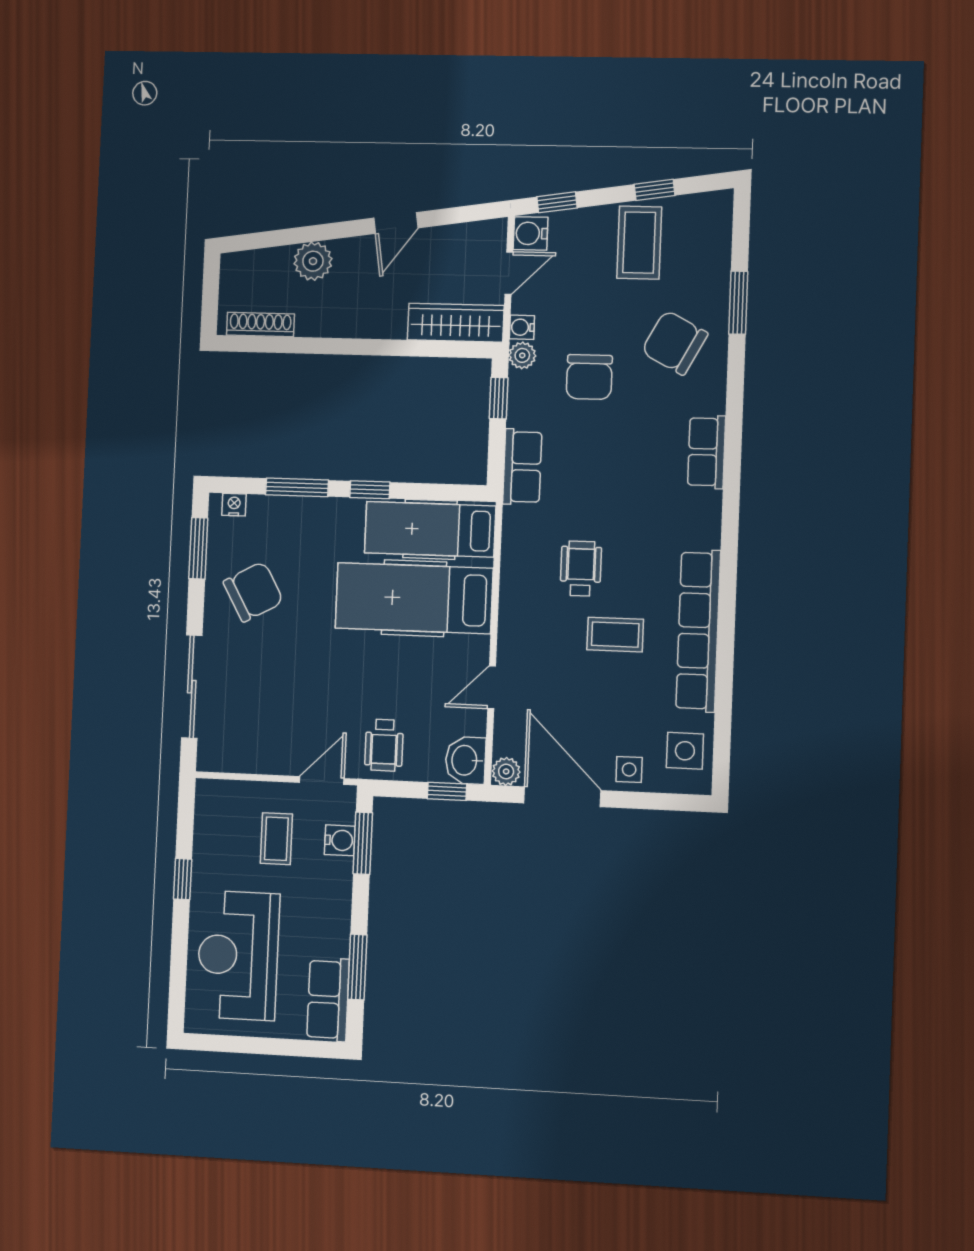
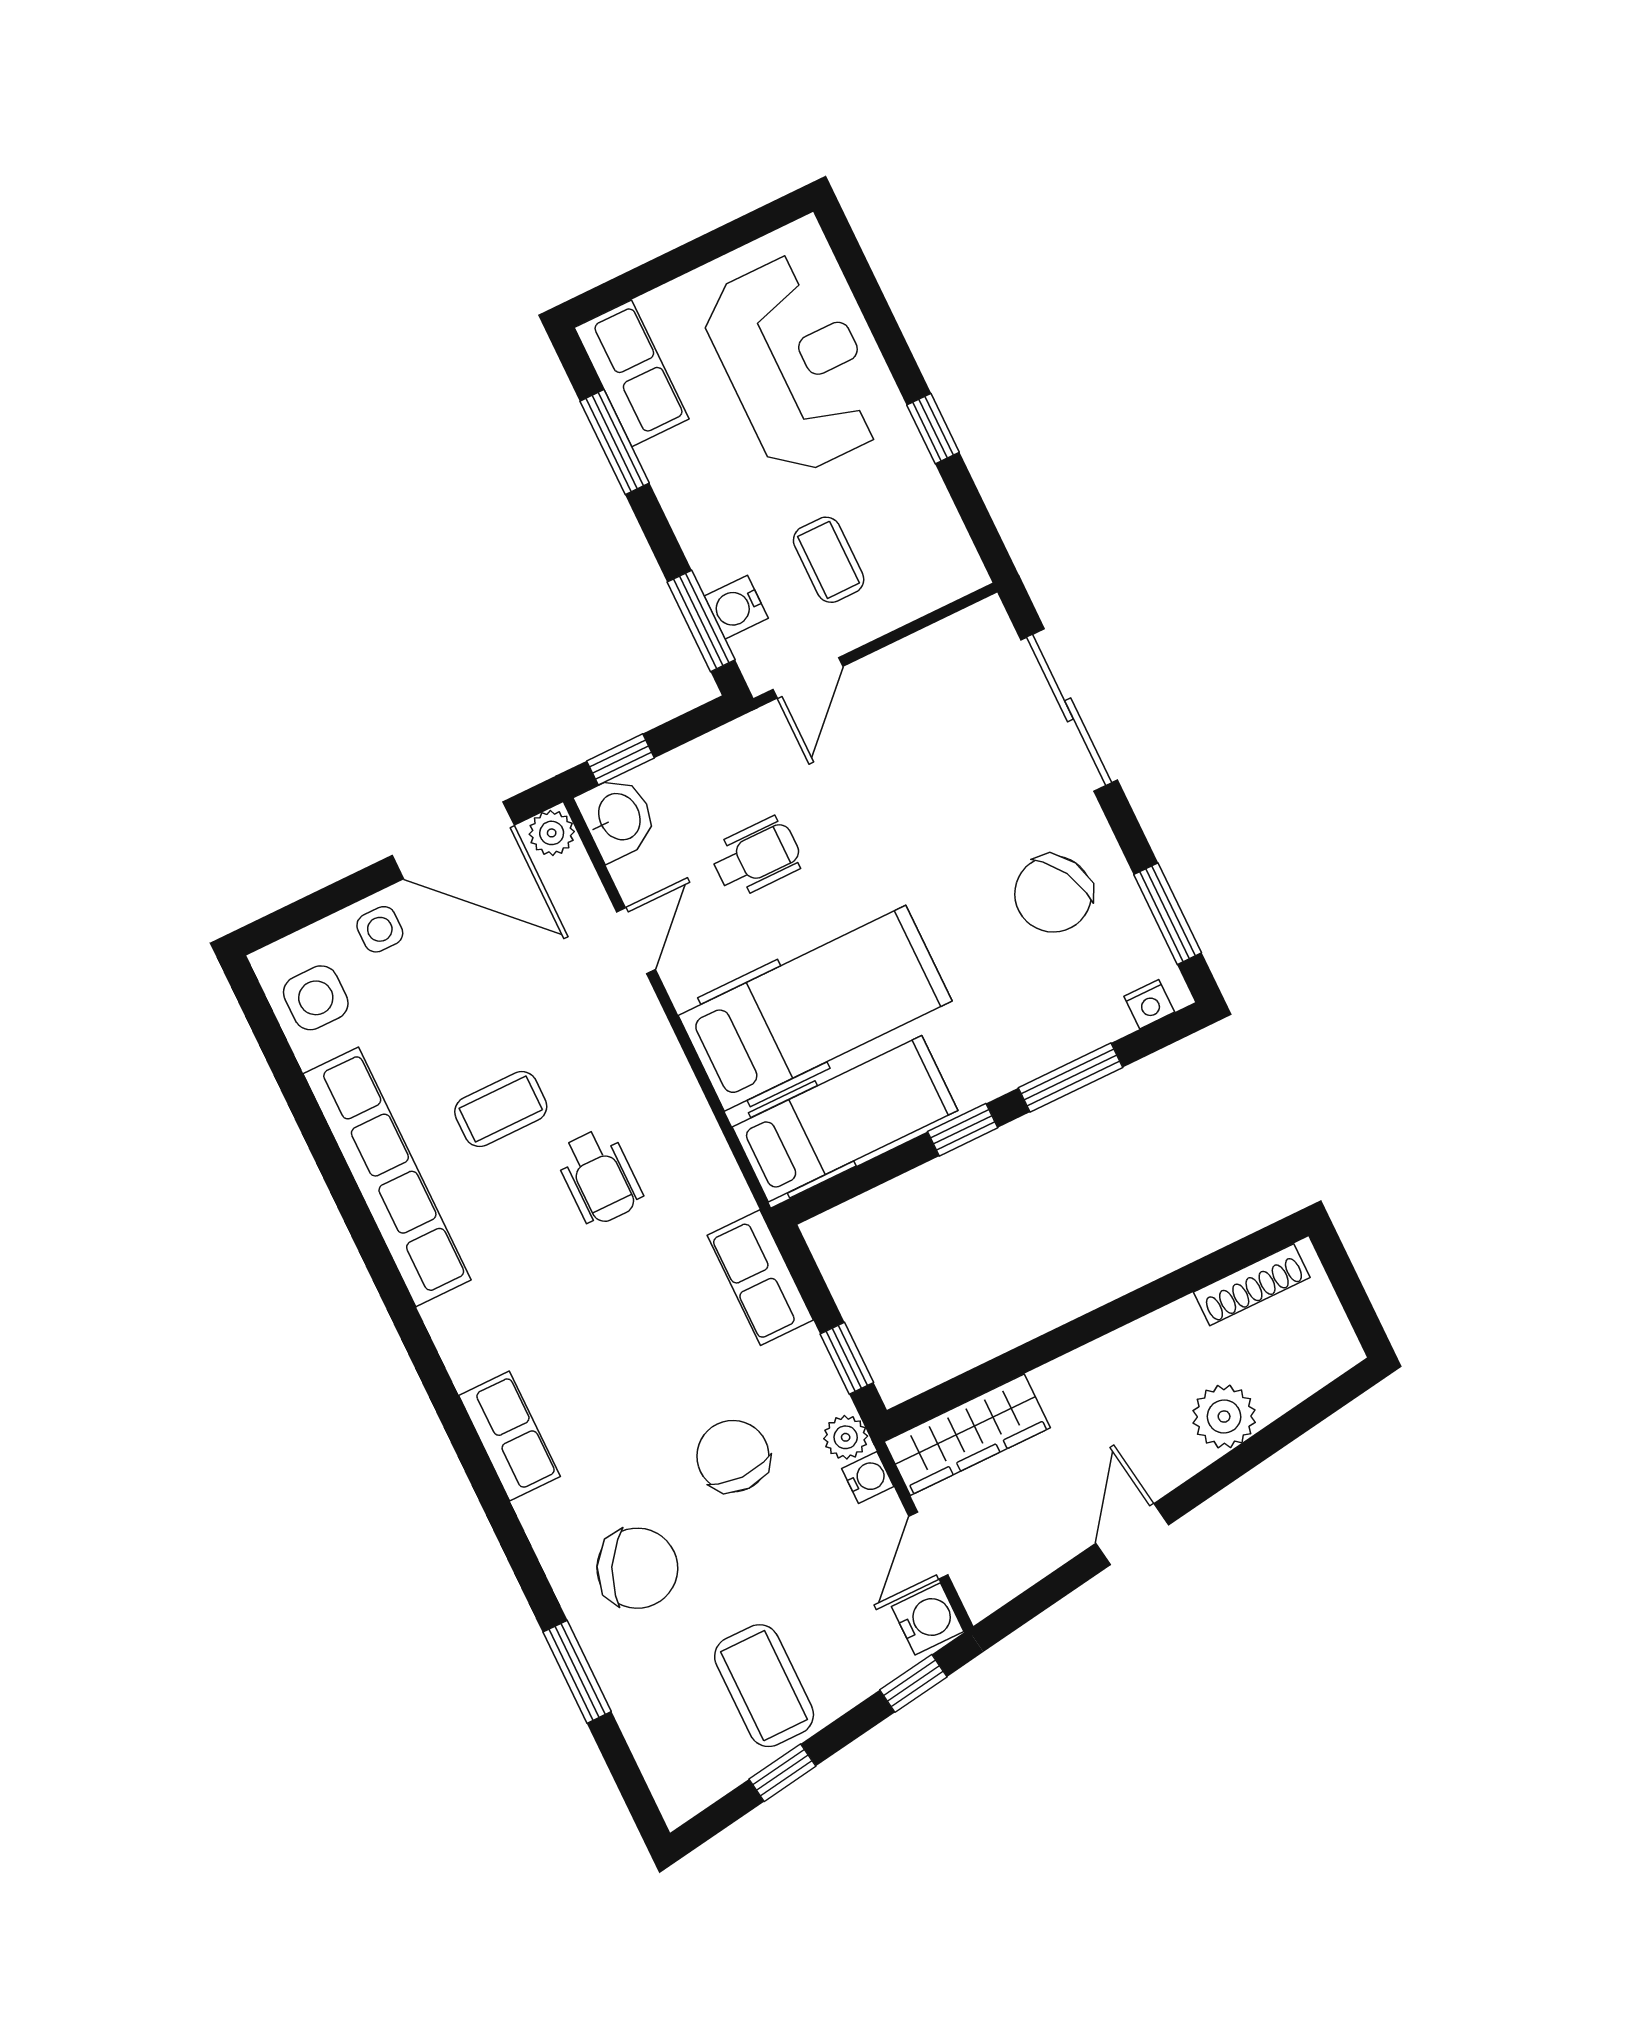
wheelchair: (384, 745) -> (756, 857), moved, turned 90

